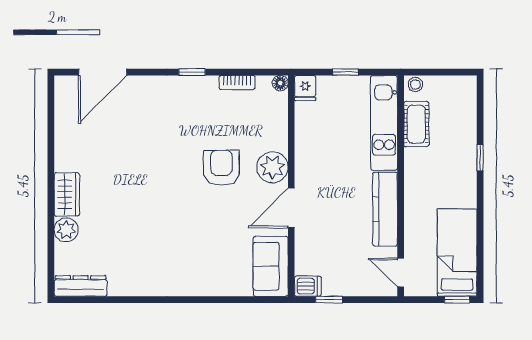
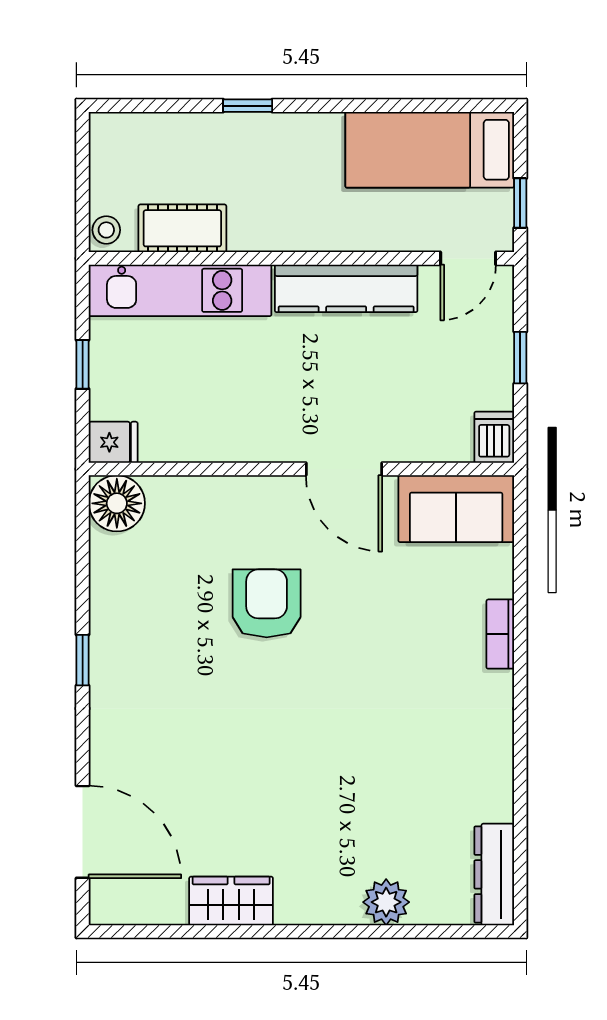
bookcase: (237, 83) -> (500, 634), moved, turned 180
floor lamp: (280, 83) -> (117, 503), width x1.89, depth x1.89
plant: (272, 167) -> (266, 505), removed
armchair: (221, 168) -> (267, 603), turned 90
wardrobe: (67, 194) -> (231, 901), moved
window: (329, 300) -> (520, 358), moved
window: (457, 300) -> (520, 203), moved

